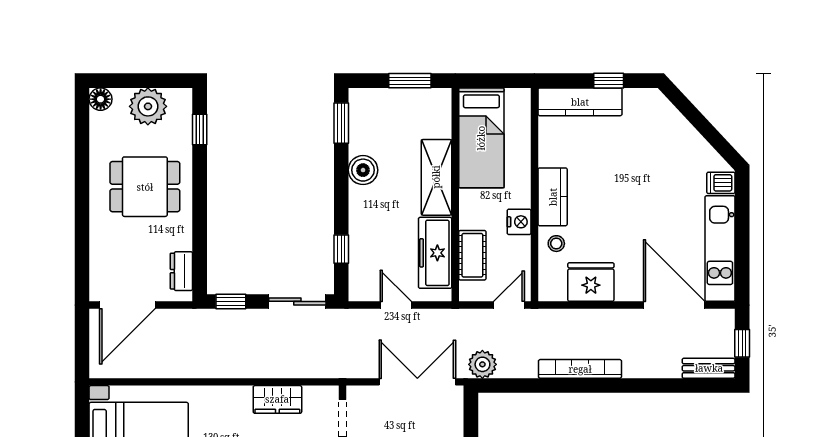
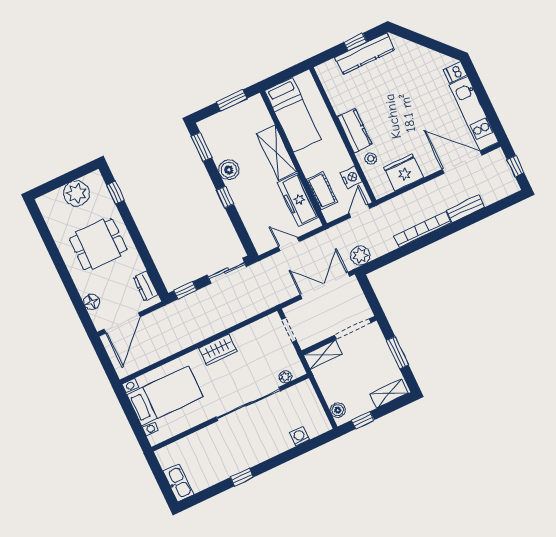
floor lamp: (101, 99) -> (92, 302), moved
kitchen counter: (580, 102) -> (365, 54), moved
nightstand: (519, 222) -> (351, 177), moved
window: (341, 249) -> (225, 197), moved
bench: (709, 368) -> (465, 209), moved
wardrobe: (277, 399) -> (218, 350), moved

